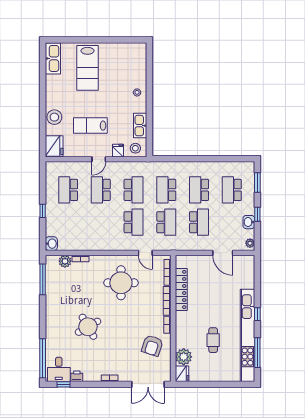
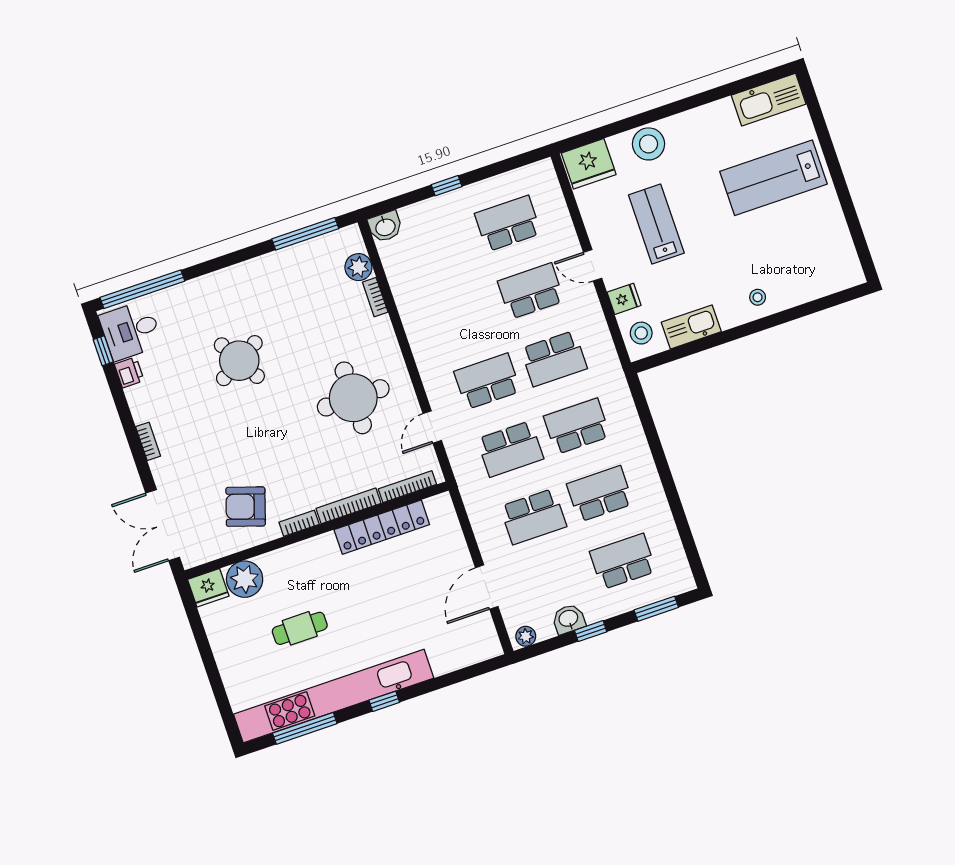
school desk: (134, 222) -> (487, 381), turned 180

